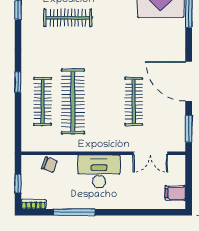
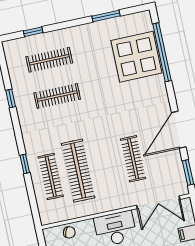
door: (189, 81) -> (179, 130), hinge flipped
double door: (150, 153) -> (158, 202), width x1.37

